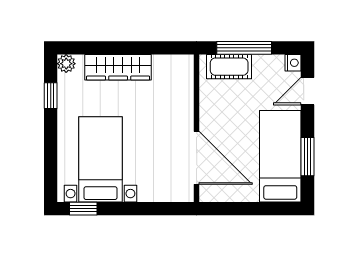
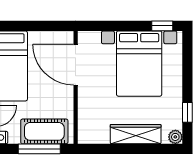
cot: (229, 67) -> (44, 131), width x1.37, depth x1.34
bed with nightstands: (100, 159) -> (139, 64), width x1.36

